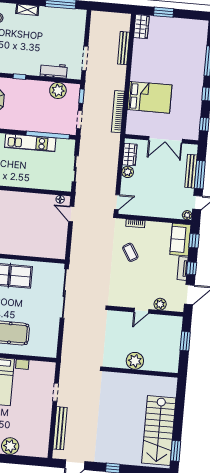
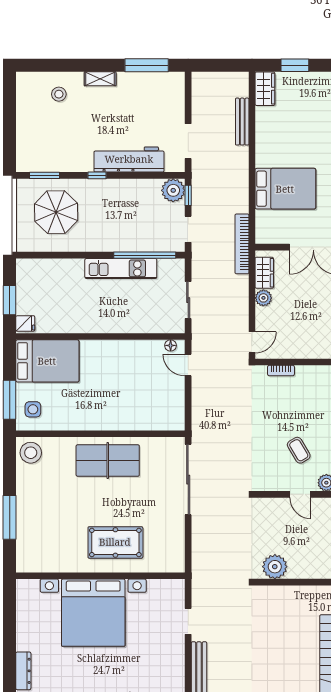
workbench: (54, 71) -> (129, 159), width x1.88, depth x1.32
plant: (58, 90) -> (173, 190), moved
bookcase: (118, 112) -> (242, 244), moved
coffee table: (130, 252) -> (299, 450), moved
door: (141, 311) -> (300, 494), hinge flipped
plant: (135, 361) -> (275, 567), moved

